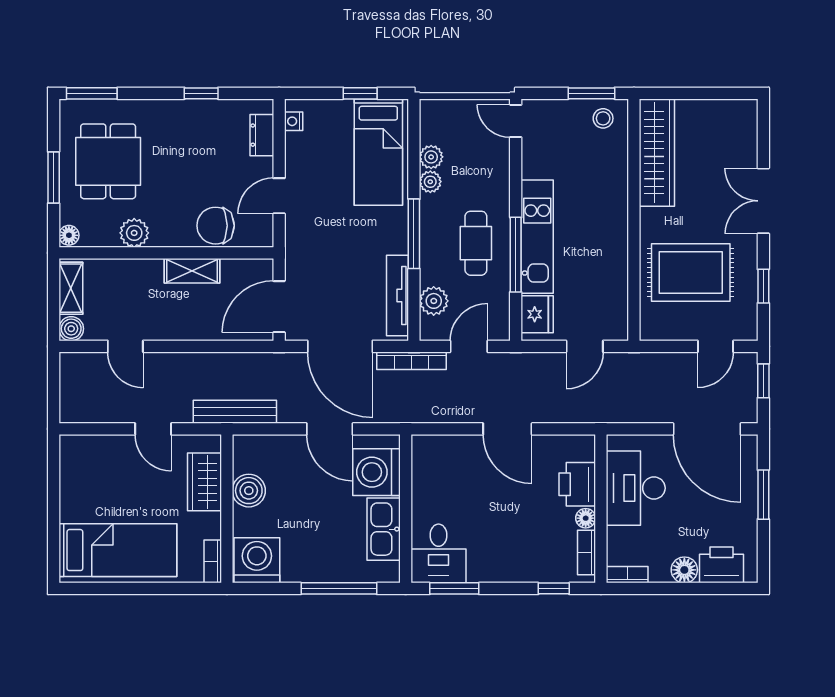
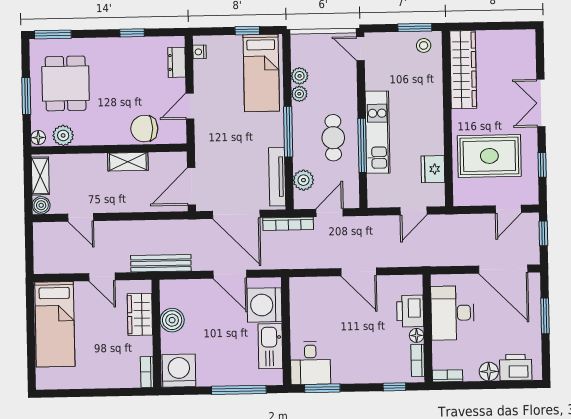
plant: (134, 233) -> (63, 135), moved
fridge: (537, 314) -> (433, 169), moved, turned 180
bed: (118, 550) -> (55, 324), moved, turned 90

